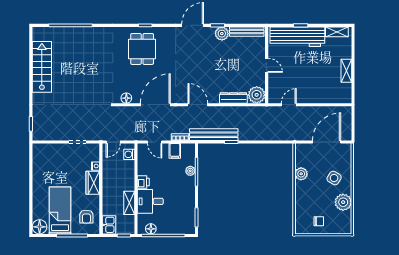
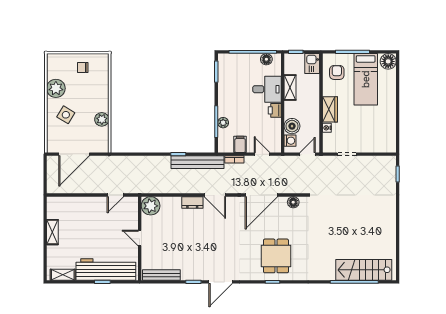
plant: (222, 34) -> (189, 273), removed
stairs: (42, 67) -> (364, 270), moved, turned 90
dresser: (233, 98) -> (192, 202), moved, width x0.70
boiler: (127, 168) -> (292, 126), added

